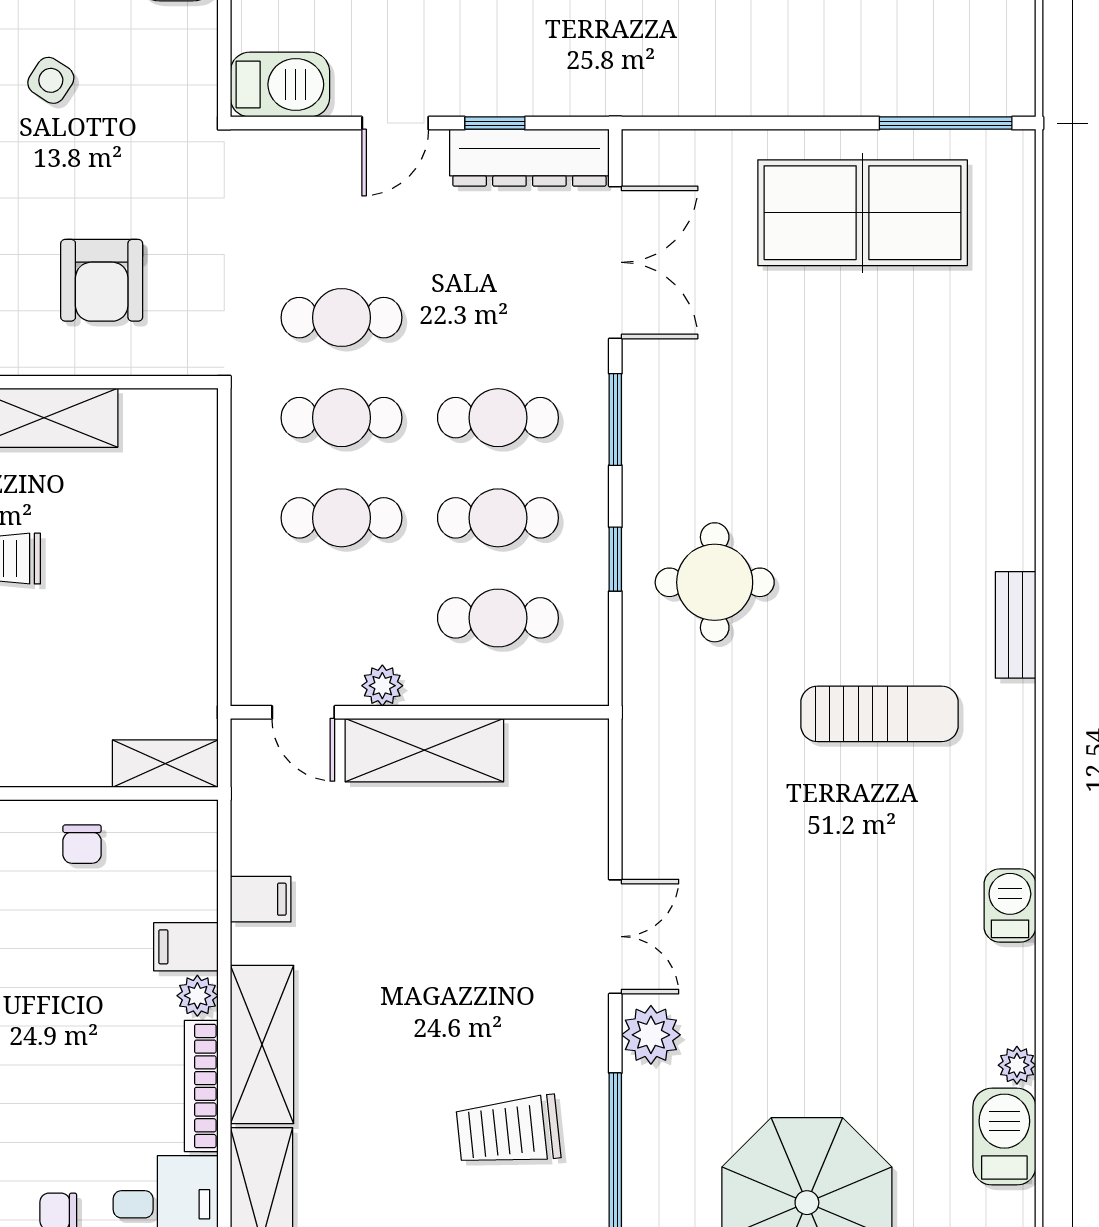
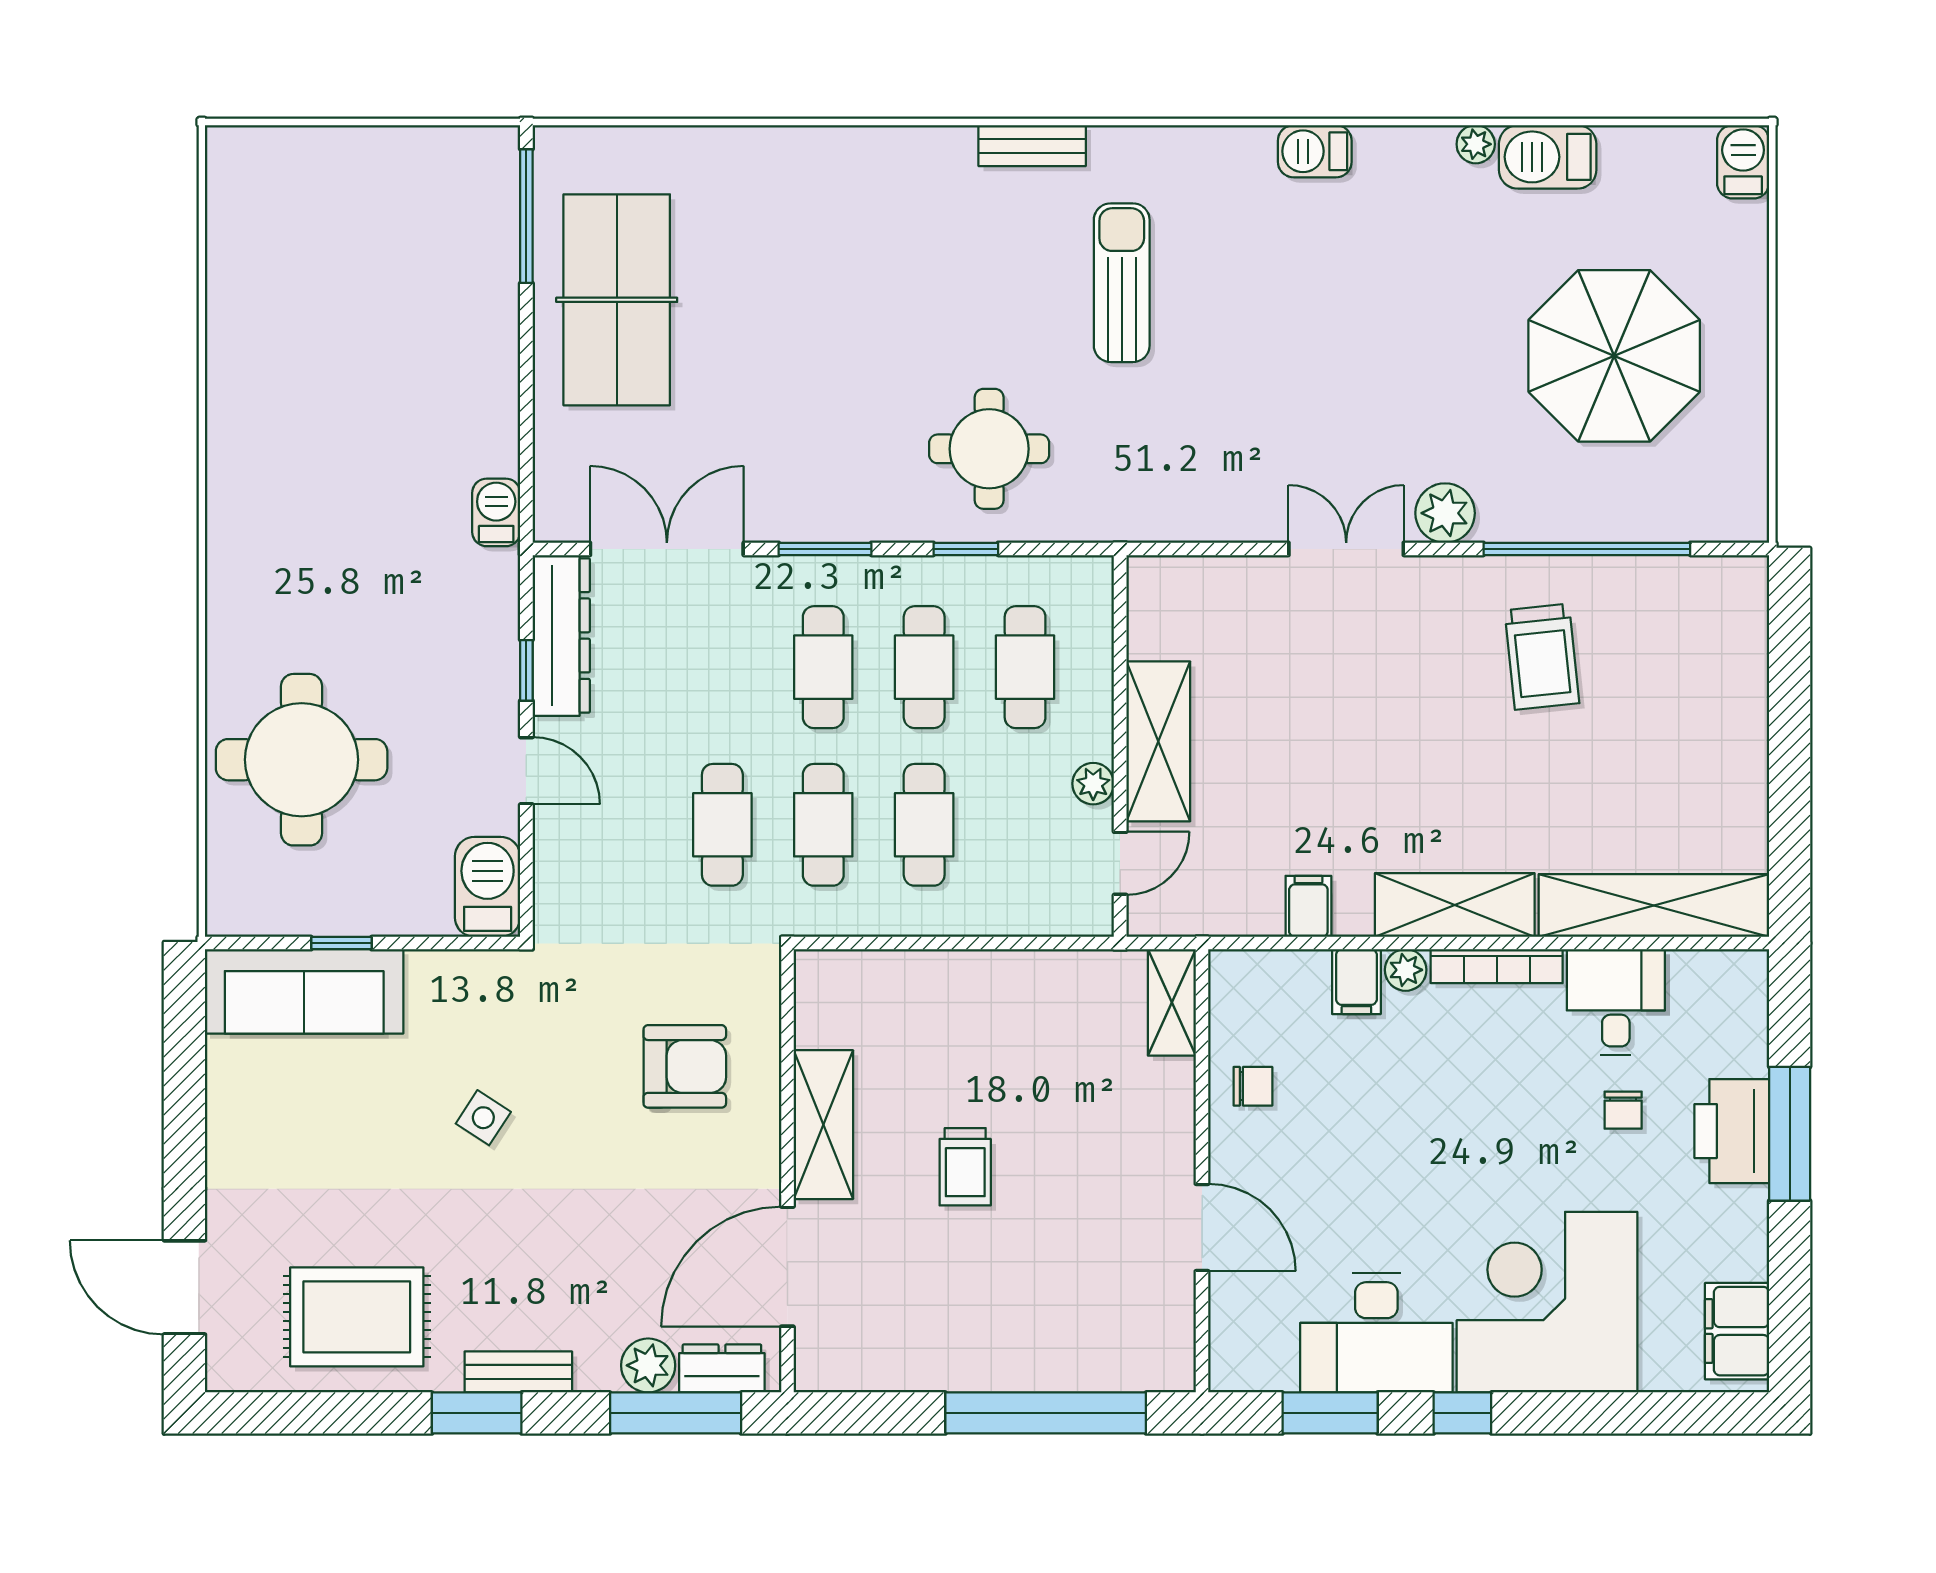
barbecue: (652, 93) -> (496, 512), added

